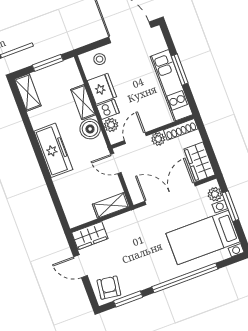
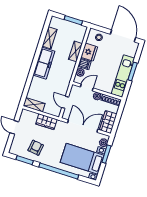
shelving: (28, 92) -> (50, 38), moved
boiler: (90, 129) -> (69, 67), removed
door: (116, 163) -> (65, 102), moved
shelving: (111, 205) -> (34, 105), moved
wardrobe: (90, 236) -> (46, 122), moved
armchair: (109, 288) -> (36, 148), moved

